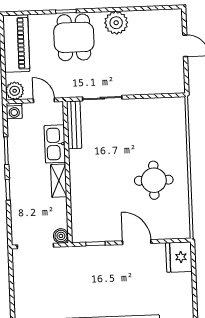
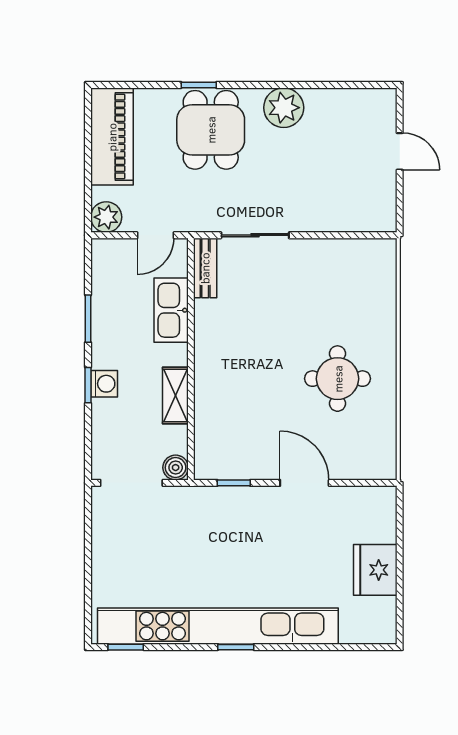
door: (44, 100) -> (155, 235), swing flipped
washing machine: (14, 111) -> (104, 384), moved, turned -90
bench: (74, 125) -> (205, 268), width x0.73
shelving: (59, 181) -> (175, 395), moved
fridge: (179, 257) -> (375, 570), moved

